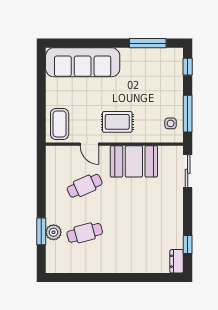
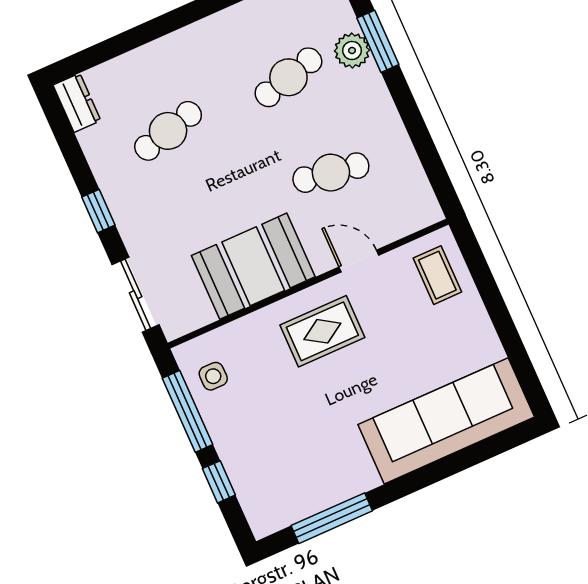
window: (188, 67) -> (219, 482), moved
coffee table: (60, 124) -> (437, 275), width x0.73, depth x0.77
cafe table: (85, 186) -> (331, 173), turned 33
cafe table: (144, 233) -> (168, 131), added
window: (188, 245) -> (98, 211), moved

